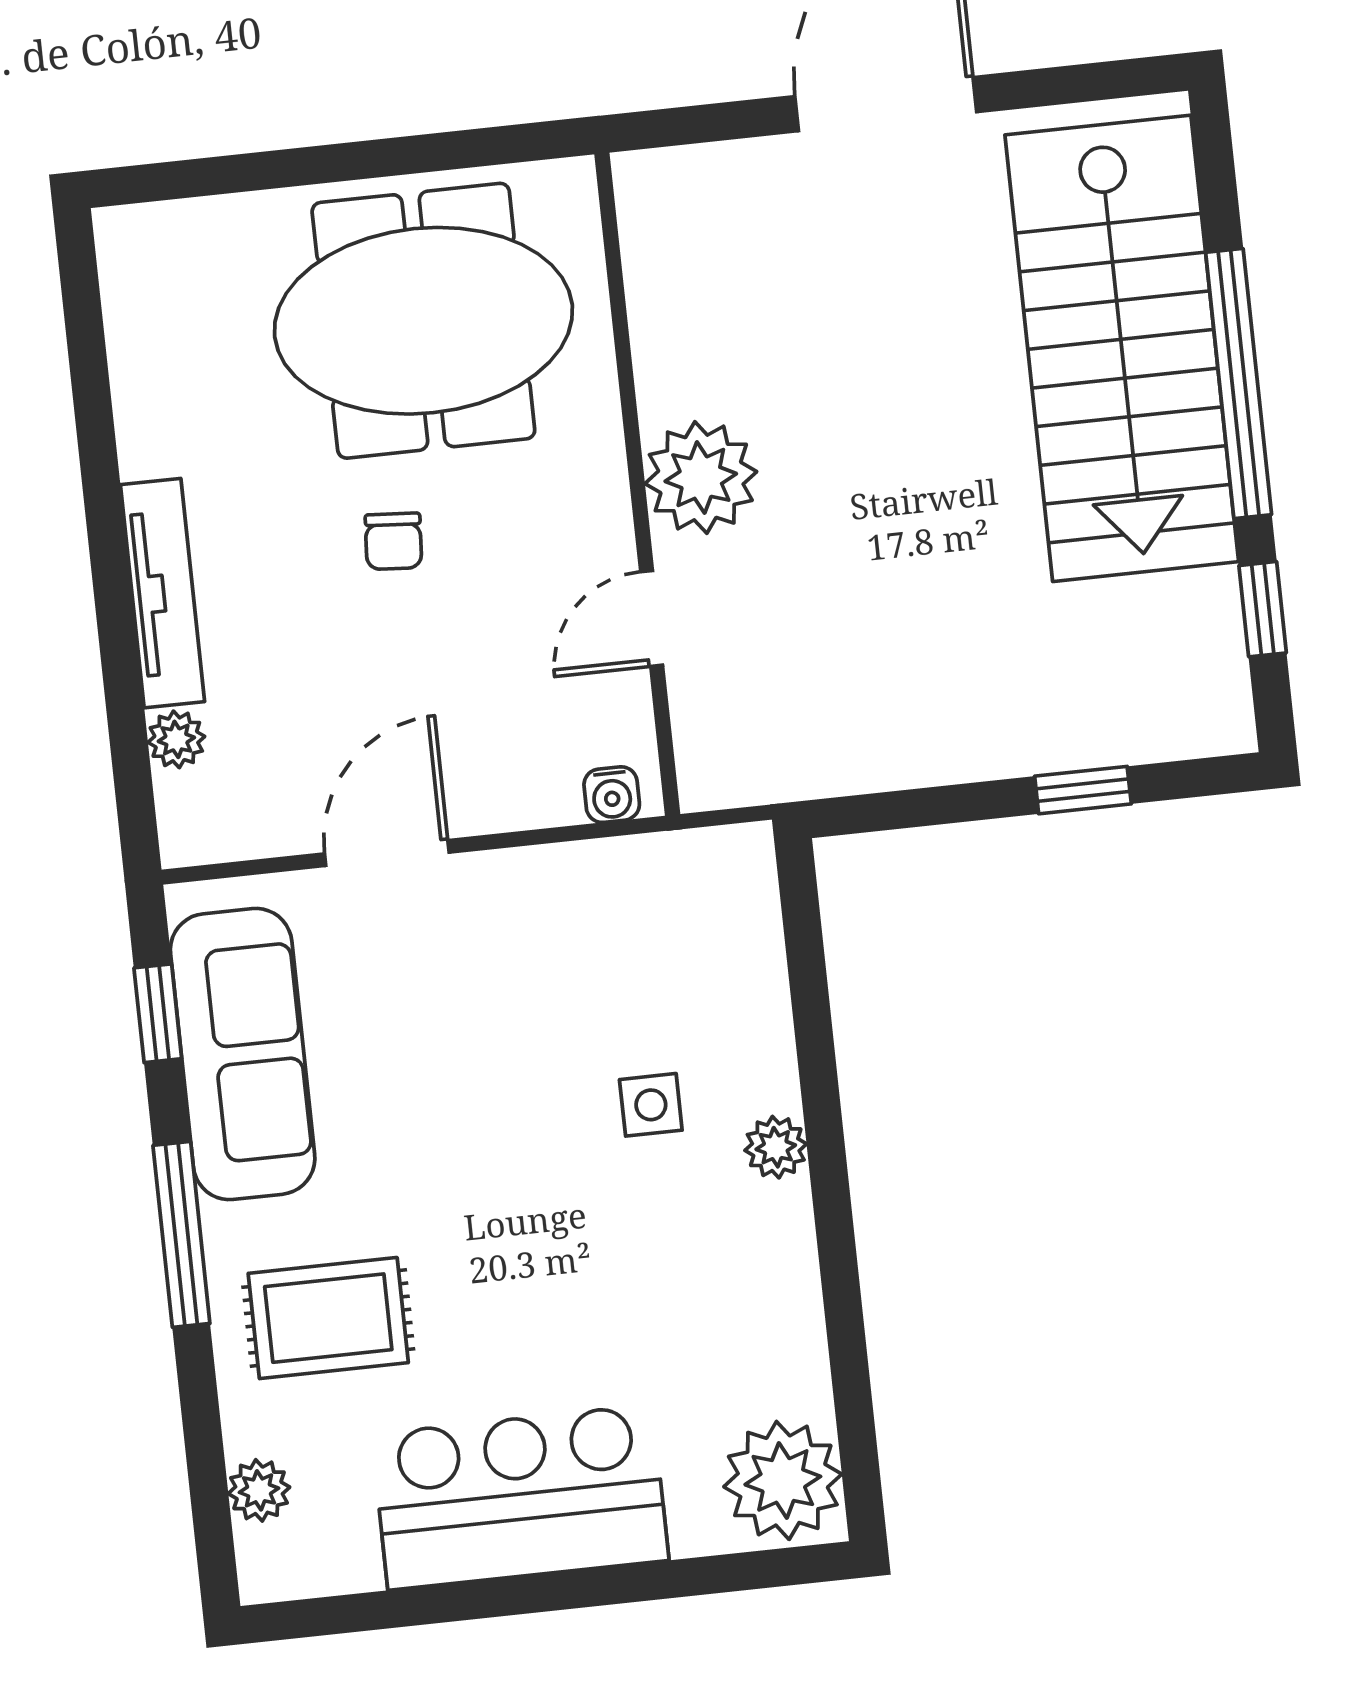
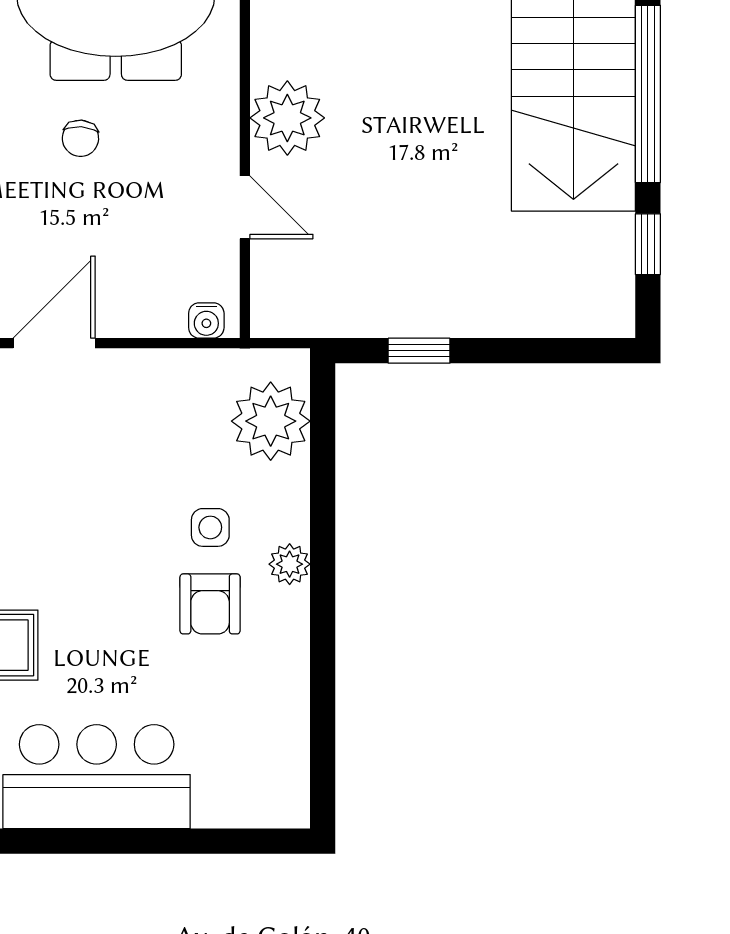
door: (652, 618) -> (245, 207), swing flipped
window: (1083, 790) -> (419, 351), moved
armchair: (663, 1220) -> (210, 604), added
plant: (783, 1480) -> (271, 421), moved

